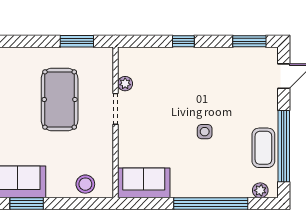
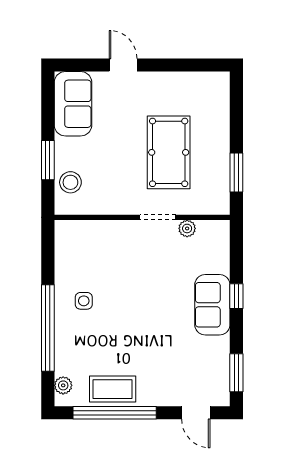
pool table: (60, 99) -> (169, 152), turned 90
side table: (205, 132) -> (84, 301), moved
sofa: (144, 183) -> (212, 305), moved, turned 180
window: (27, 204) -> (48, 160), moved

